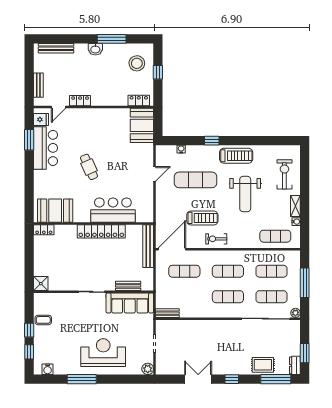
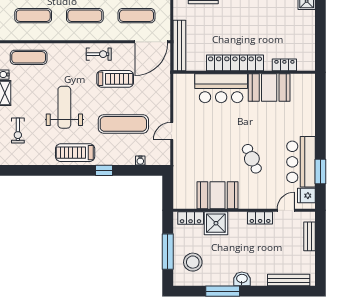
window: (158, 72) -> (168, 252), width x2.17
shower: (117, 96) -> (216, 223), added
booth: (142, 125) -> (217, 195), moved, turned 90
cafe table: (89, 167) -> (252, 159), moved
exercise bike: (284, 174) -> (18, 131), width x0.73, depth x0.72
booth: (55, 211) -> (269, 87), moved
treadmill: (202, 218) -> (115, 79), turned 180
locker: (44, 230) -> (284, 65), moved

